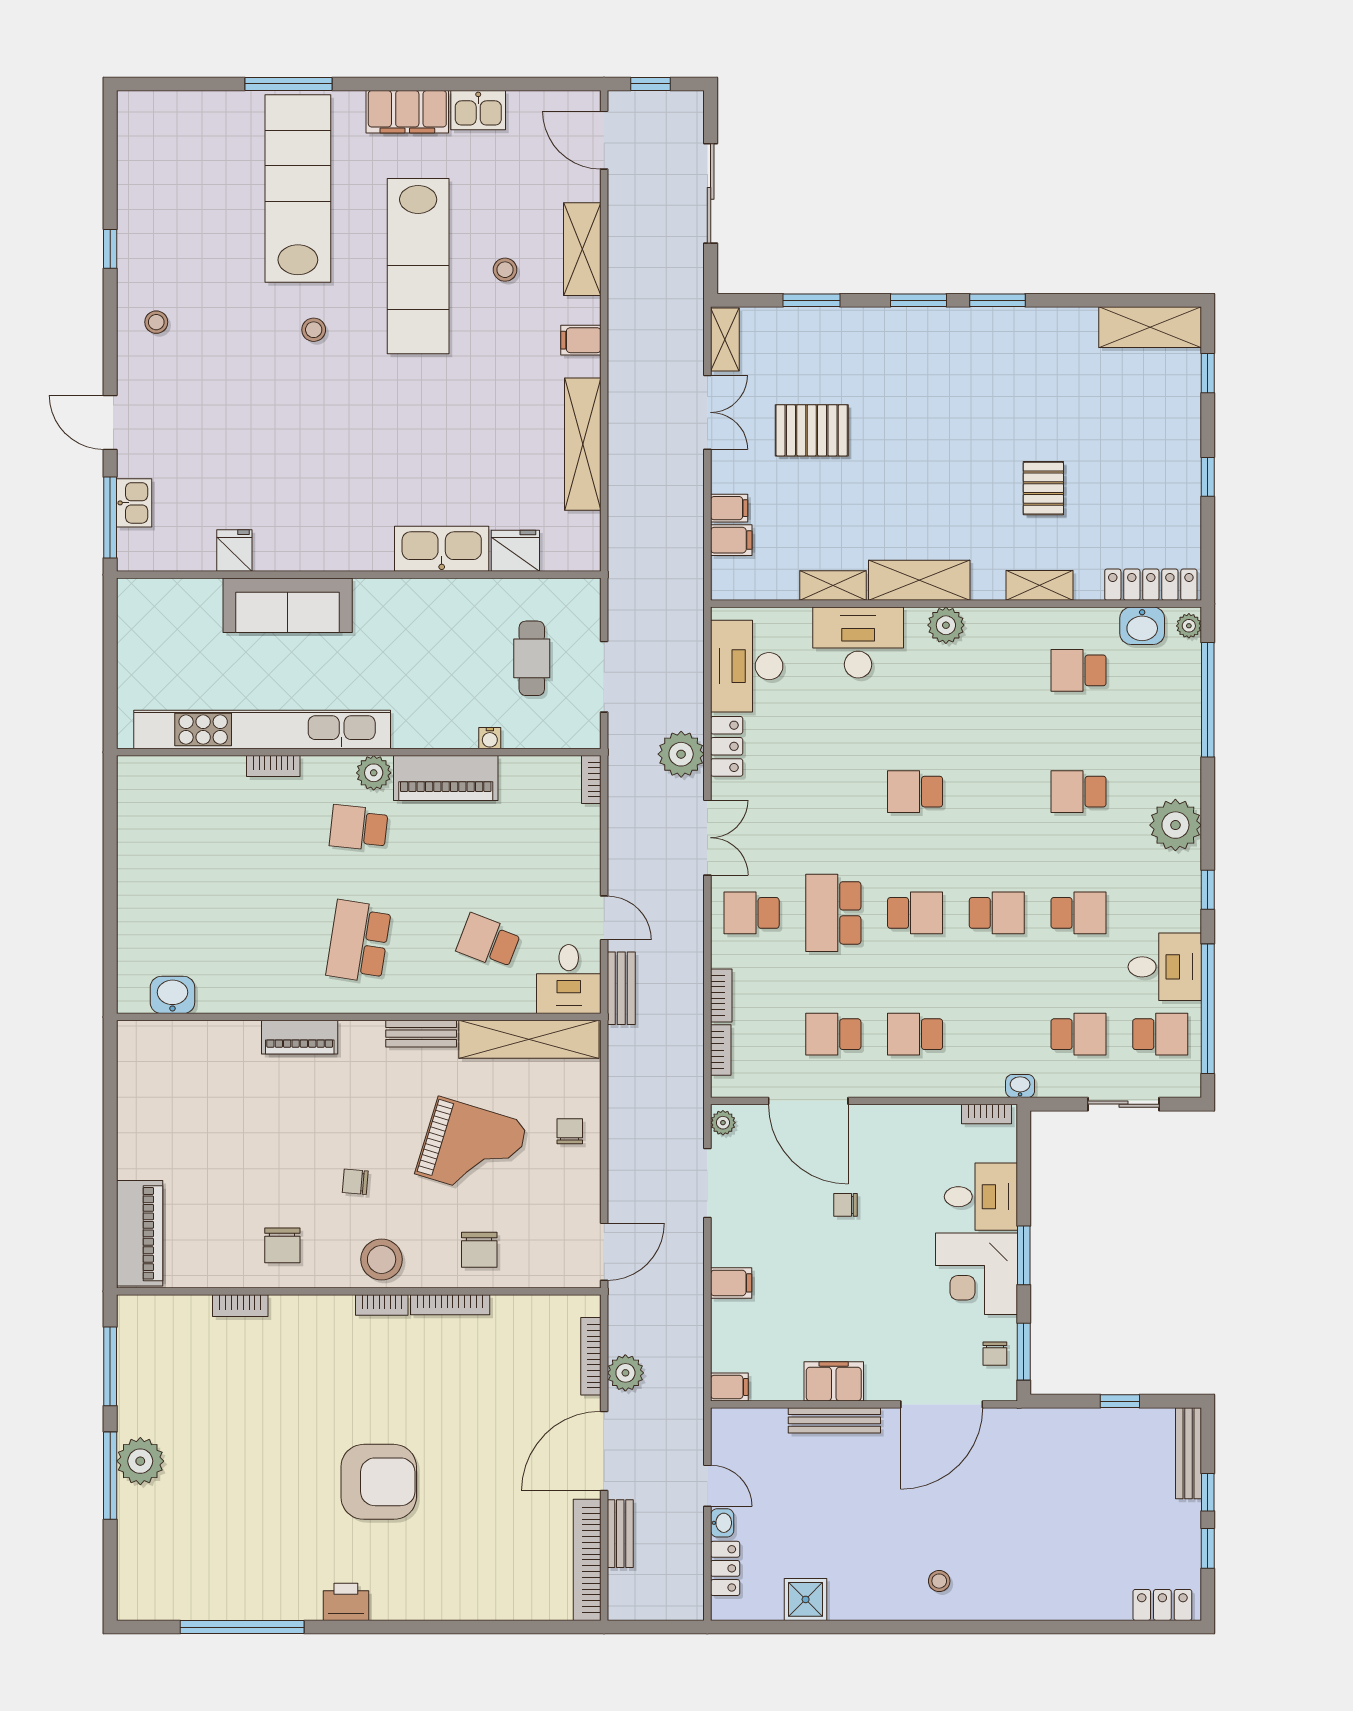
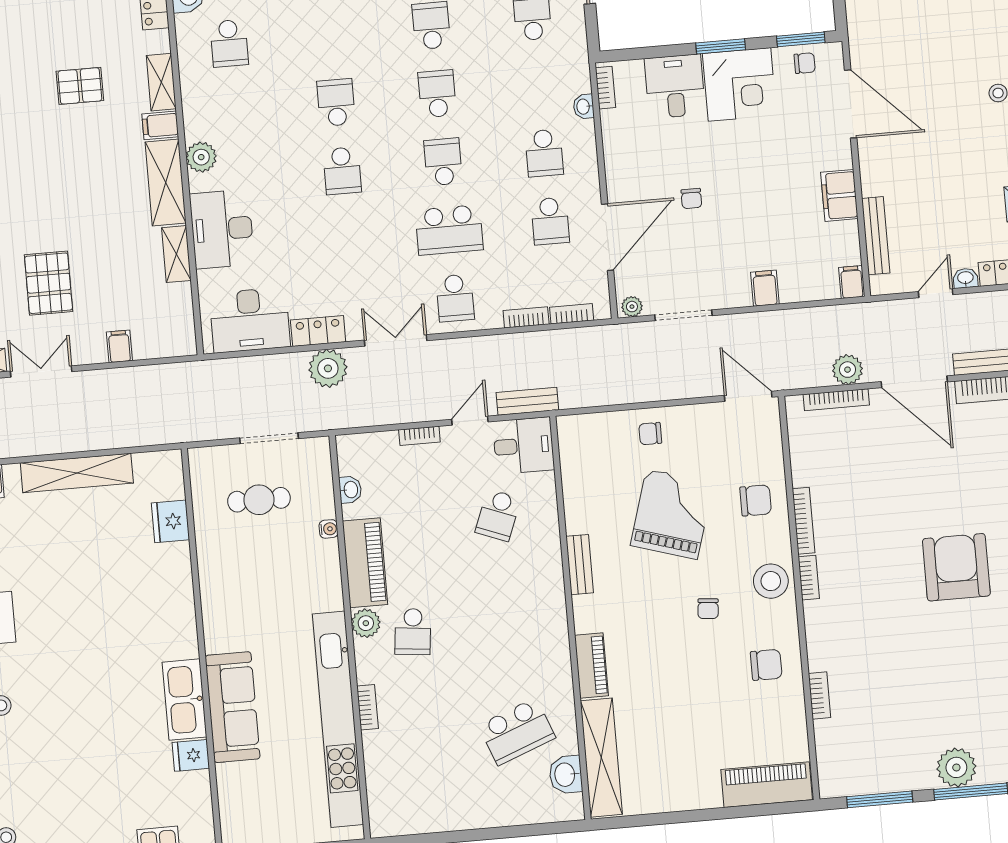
filing cabinet: (731, 540) -> (160, 125), moved, turned -90
kitchen sink: (442, 549) -> (184, 700), moved
washbasin: (534, 768) -> (350, 490), added
bookcase: (591, 780) -> (419, 436), moved
school desk: (1079, 792) -> (336, 103), moved, turned 180
school desk: (359, 941) -> (517, 731), moved, turned -30
shelving: (529, 1039) -> (601, 758), moved
washbasin: (1020, 1086) -> (584, 107), moved
bench: (834, 1420) -> (876, 236), moved

